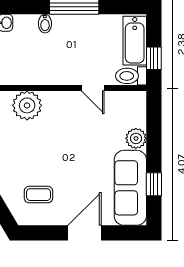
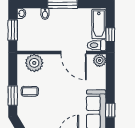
door: (93, 88) -> (74, 52), width x1.88
plant: (136, 138) -> (100, 60), moved
coffee table: (38, 195) -> (30, 91), moved

